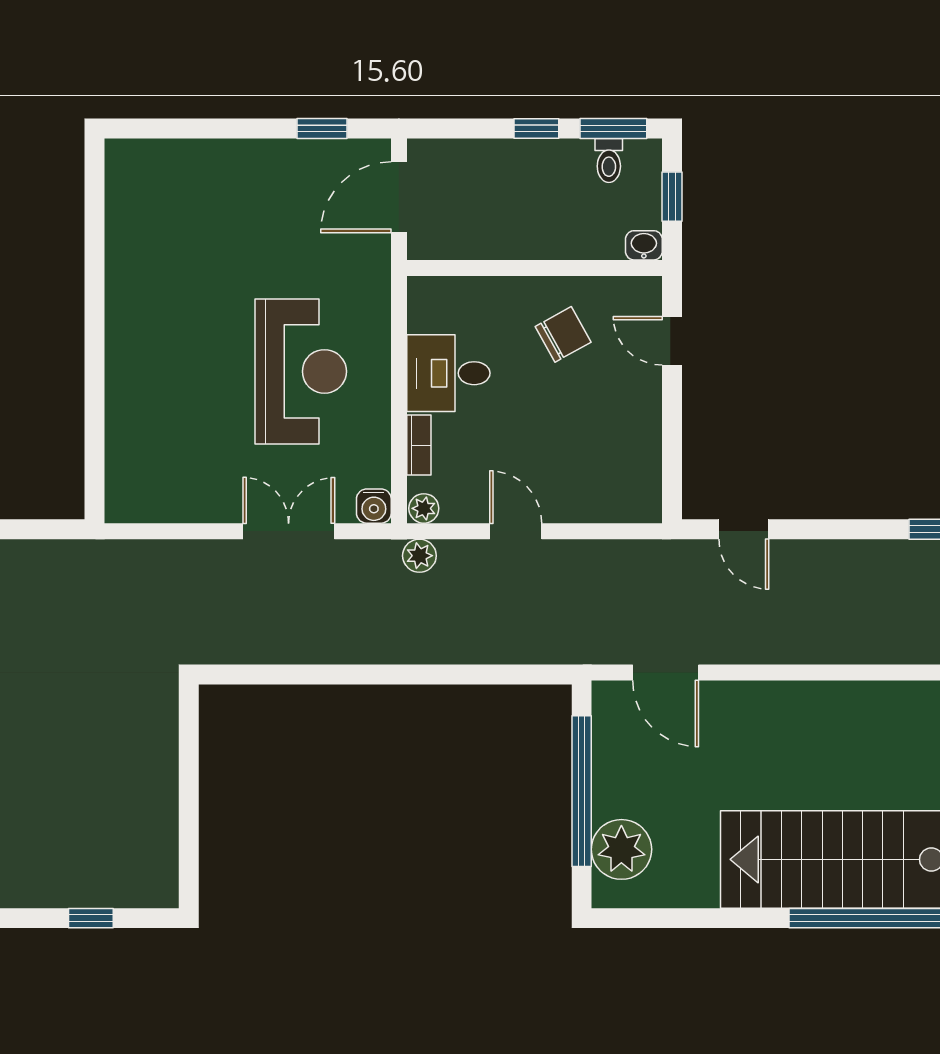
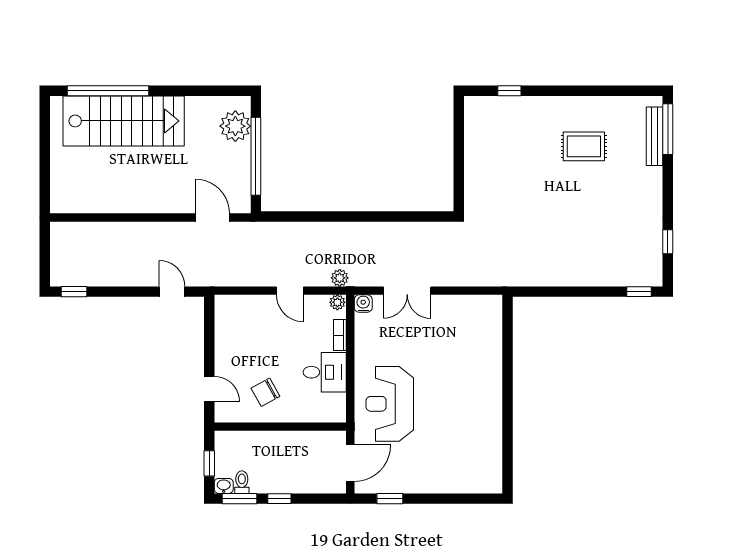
washbasin: (644, 245) -> (224, 486), moved, turned 180
reception desk: (301, 371) -> (390, 404), moved

